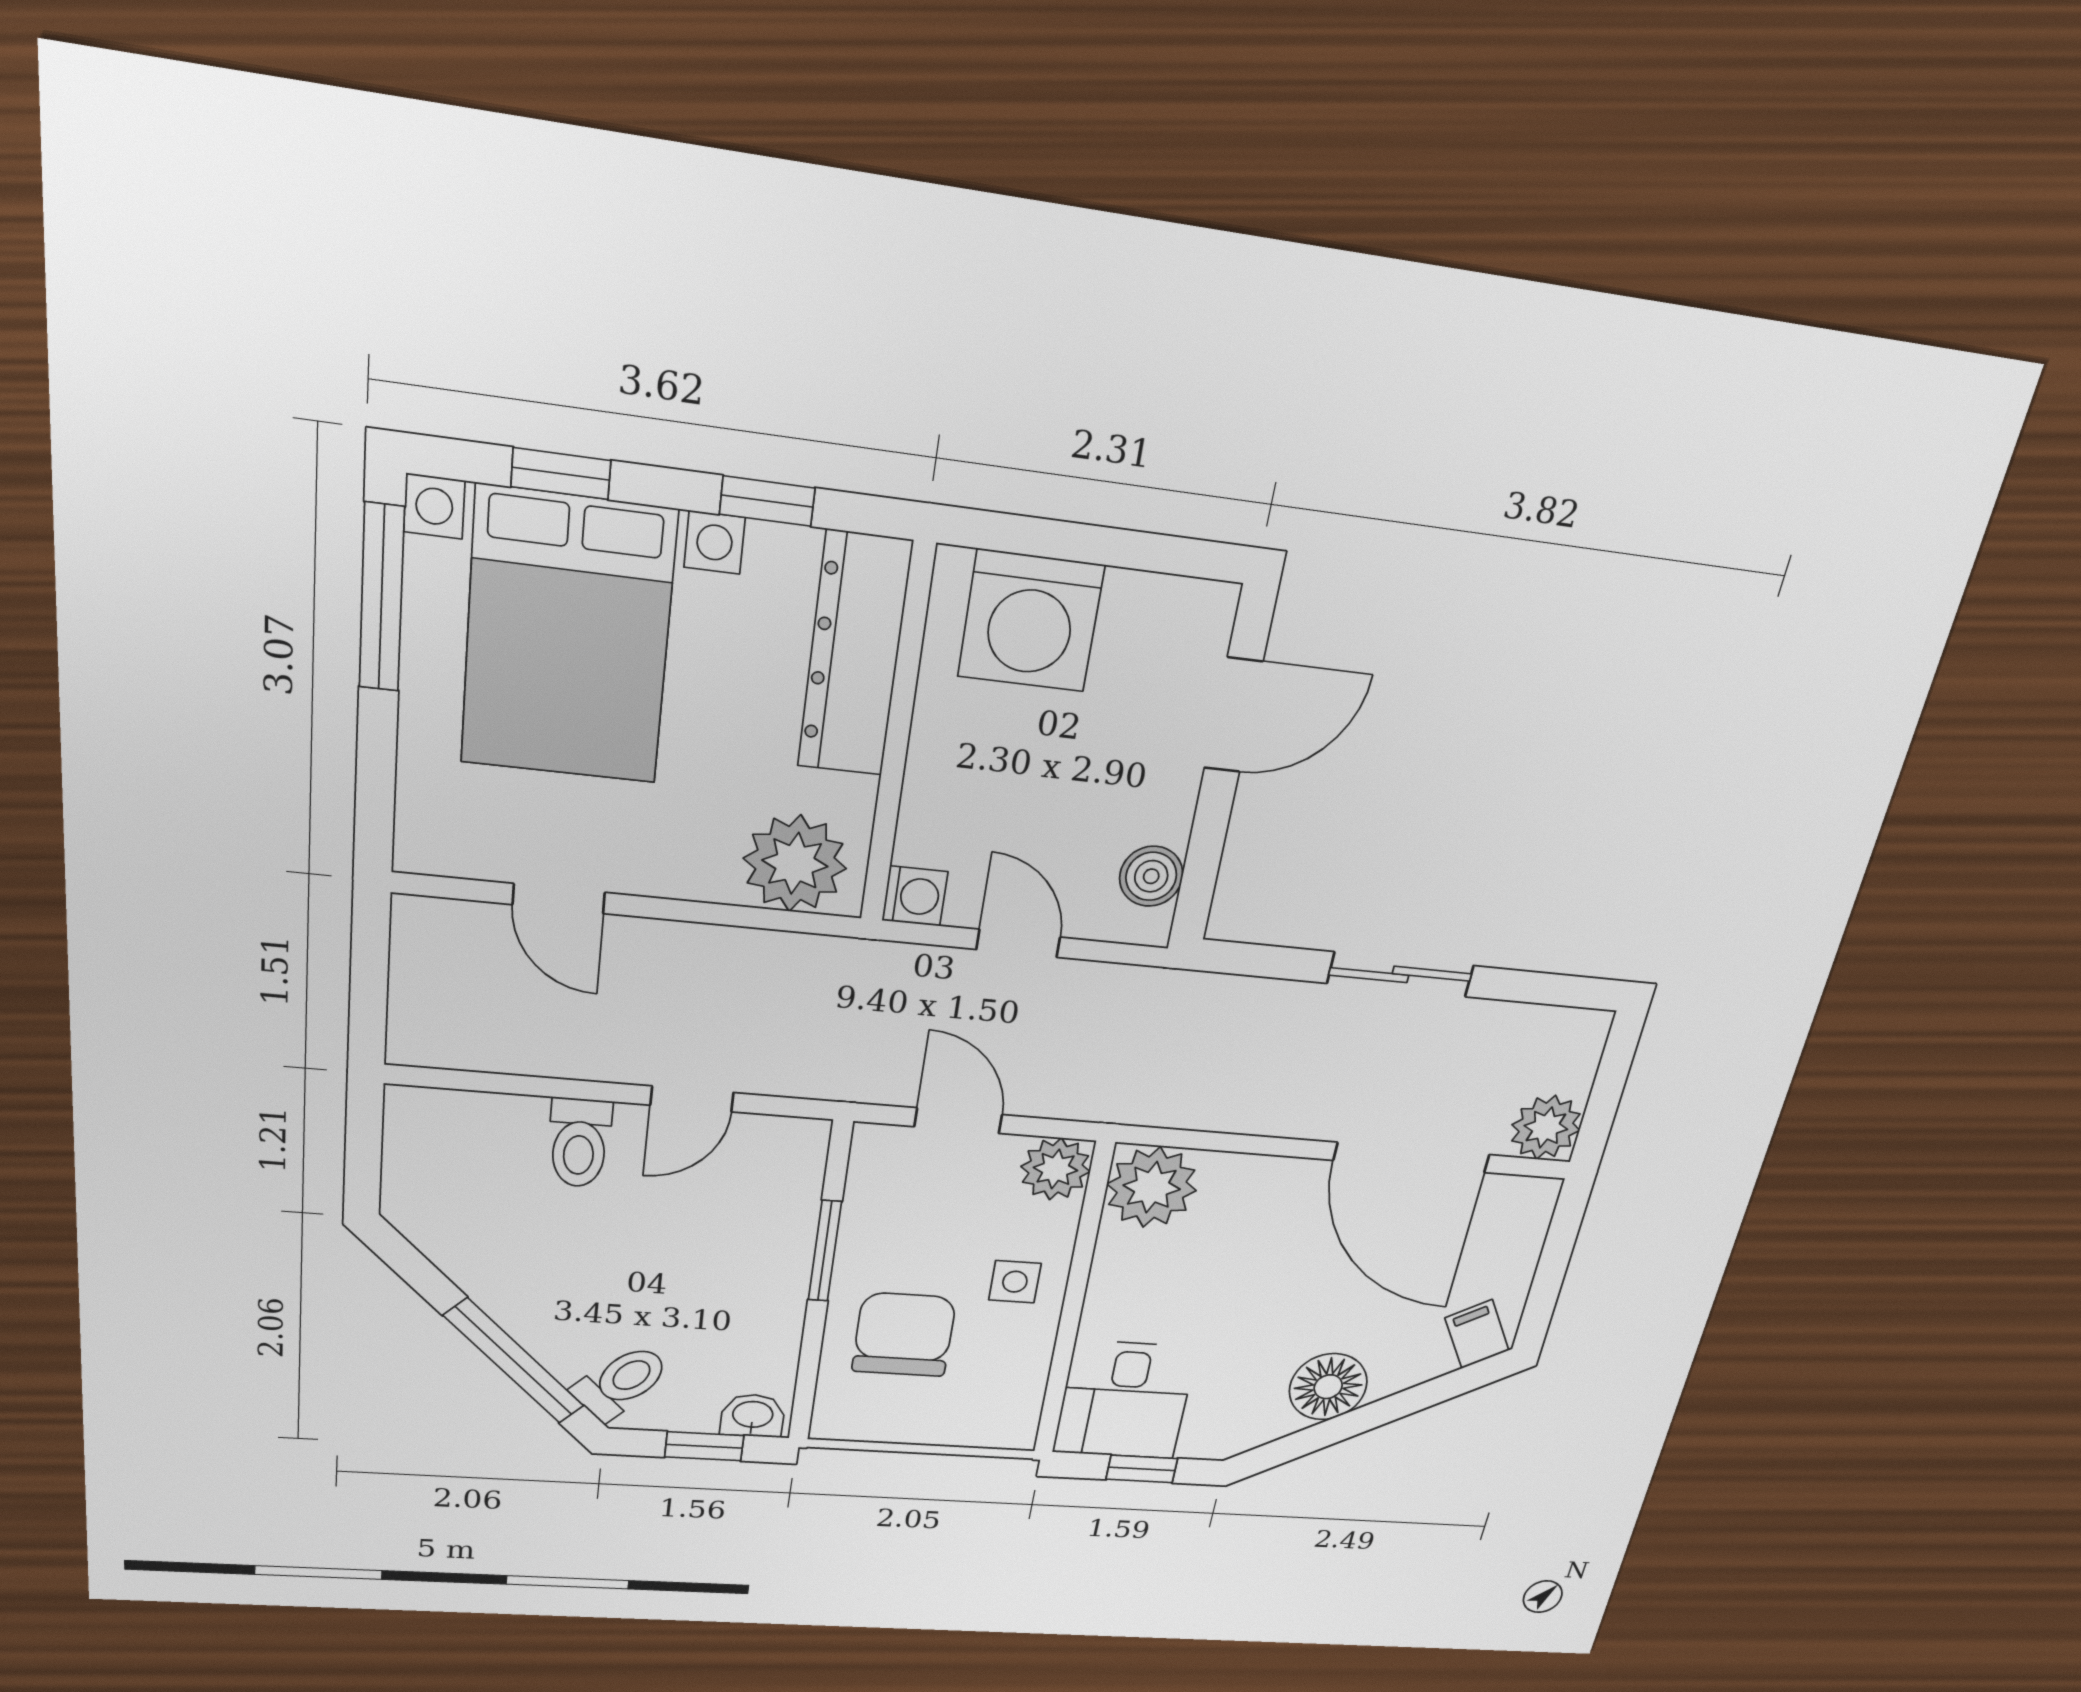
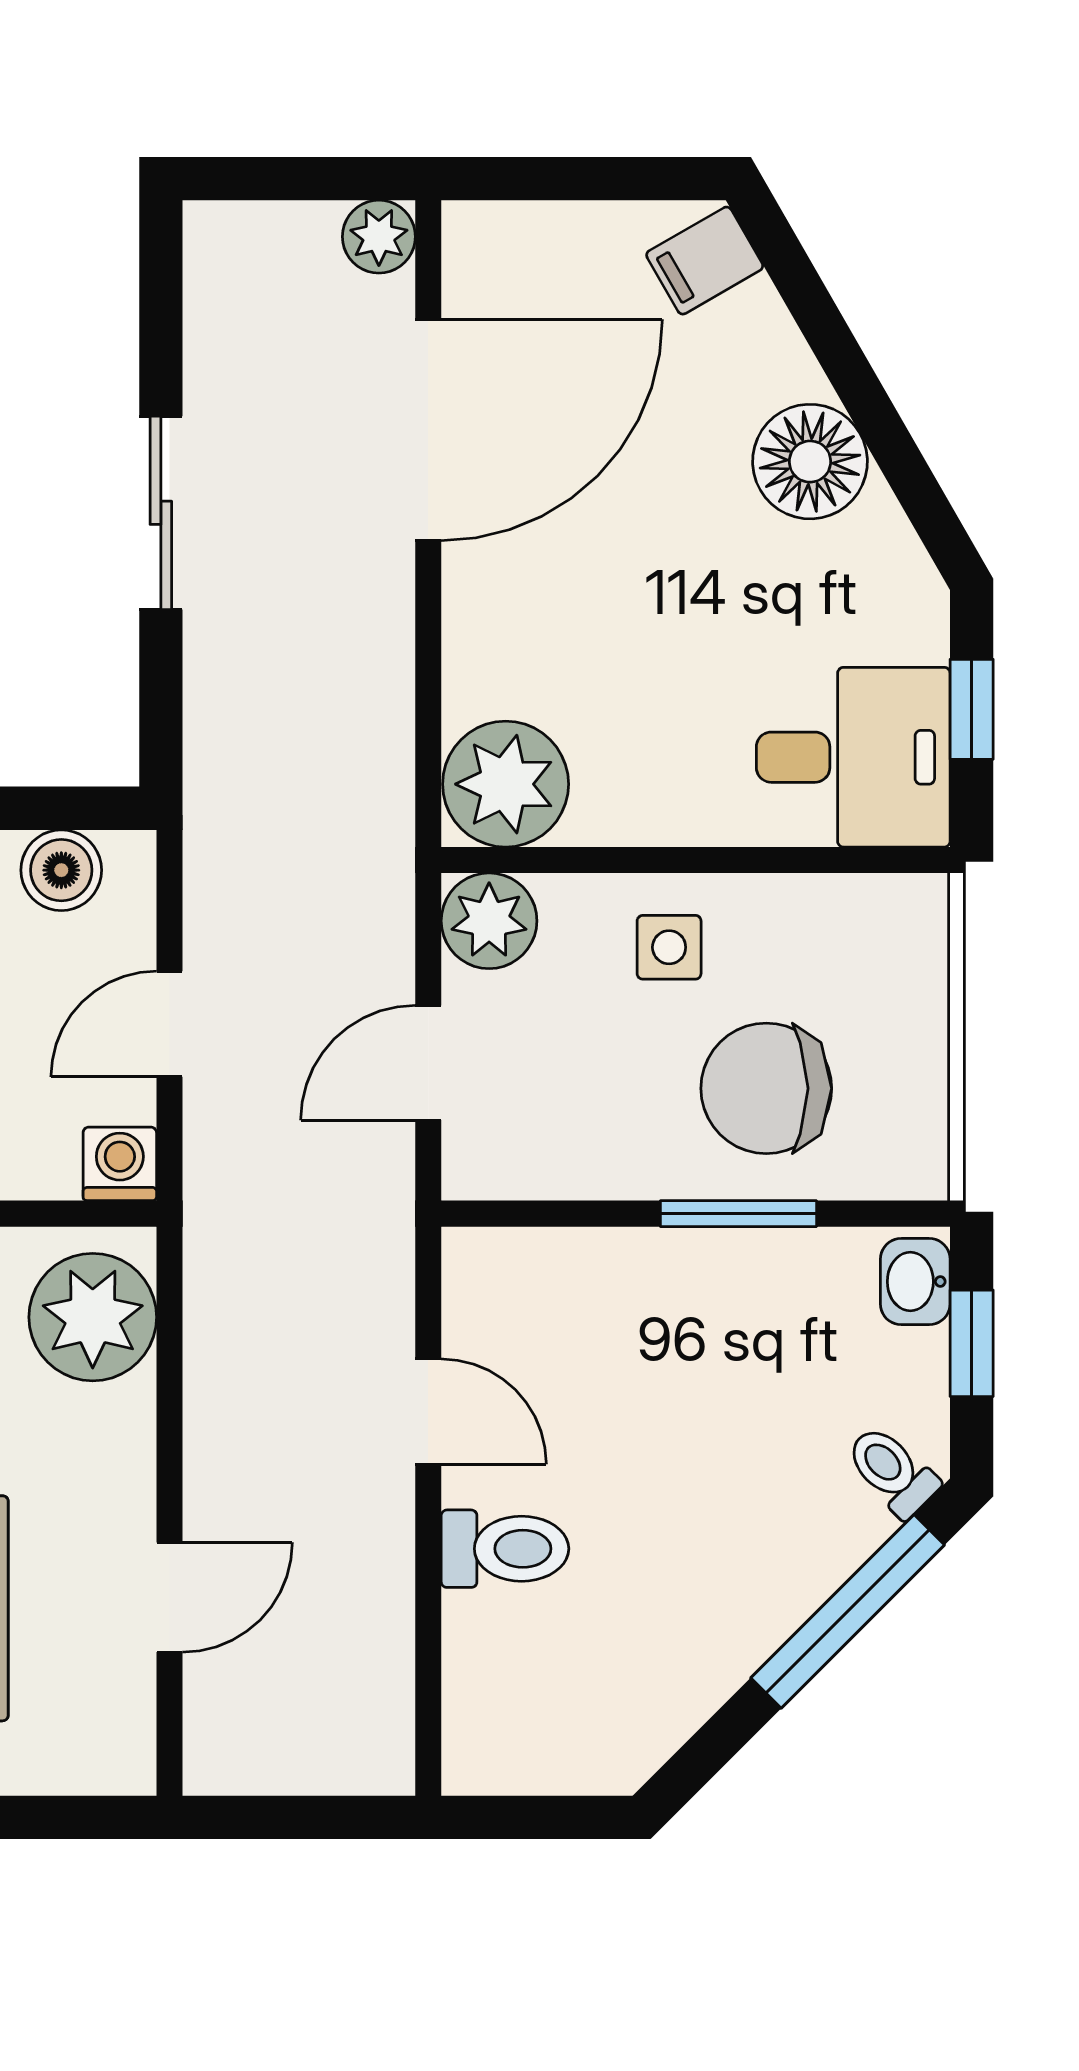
plant: (1546, 1127) -> (379, 237), width x0.73, depth x0.73
window: (825, 1251) -> (738, 1214), moved
toilet: (621, 1382) -> (892, 1471), width x0.73, depth x0.72

